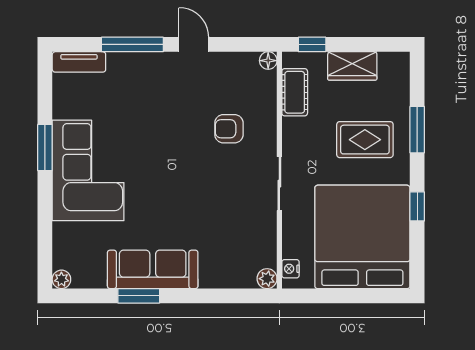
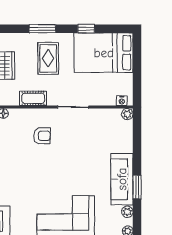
cot: (295, 92) -> (33, 98), moved
armchair: (229, 129) -> (42, 136), turned -90
bed: (362, 237) -> (104, 53), width x0.73
plant: (95, 279) -> (127, 212), added

